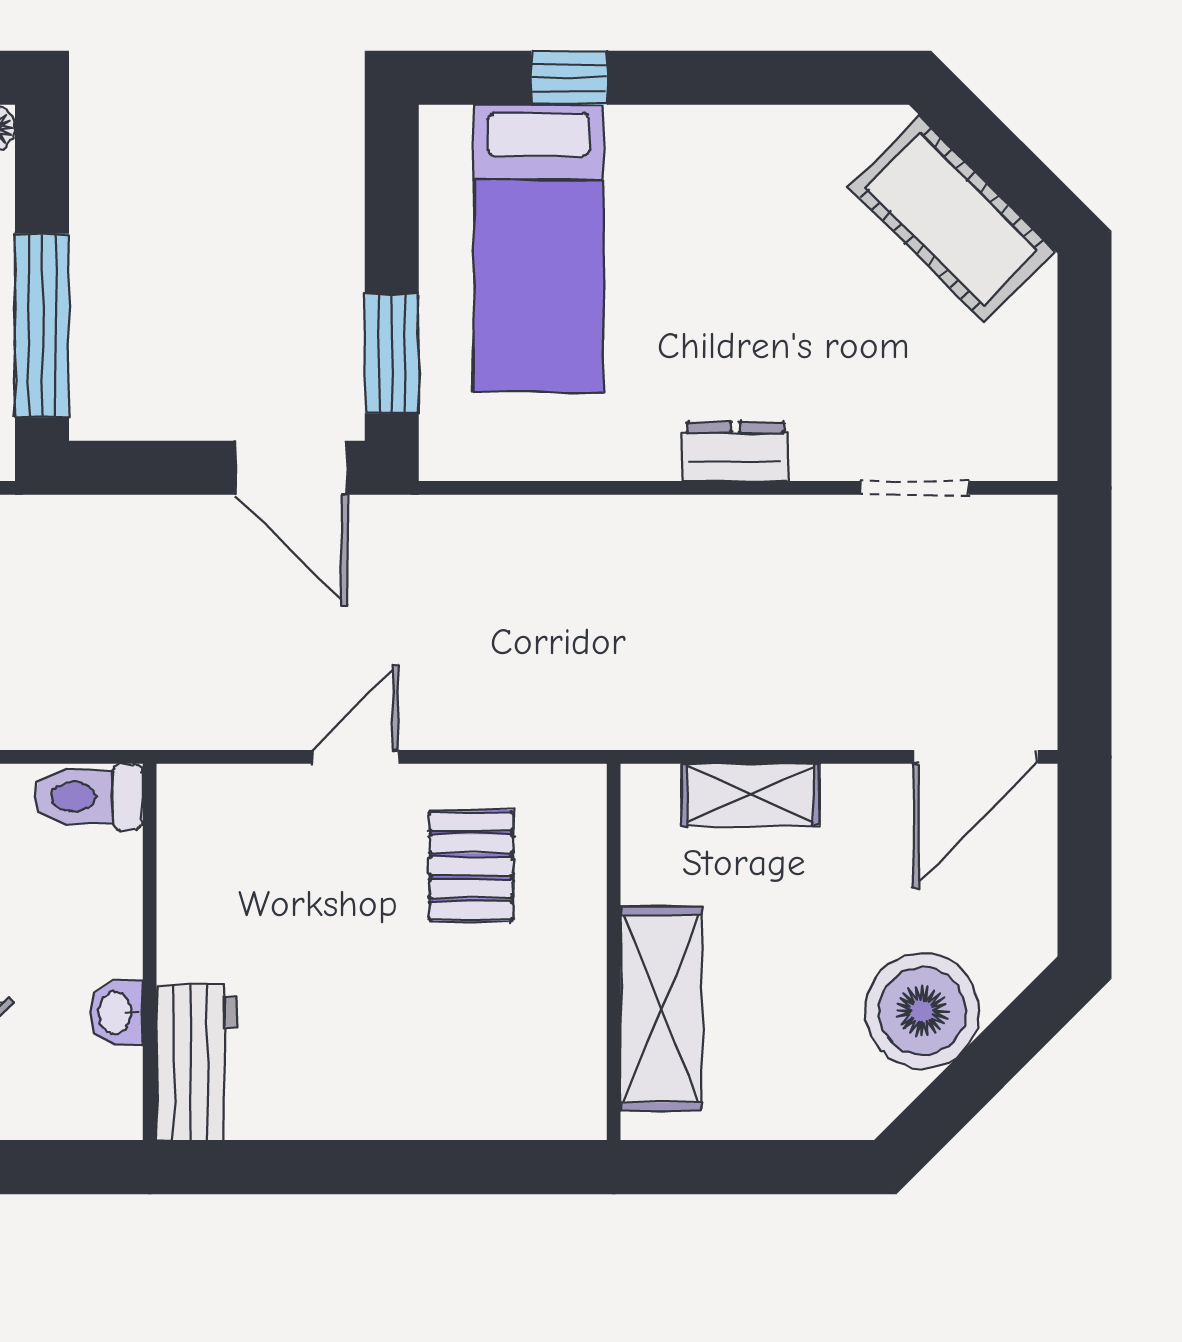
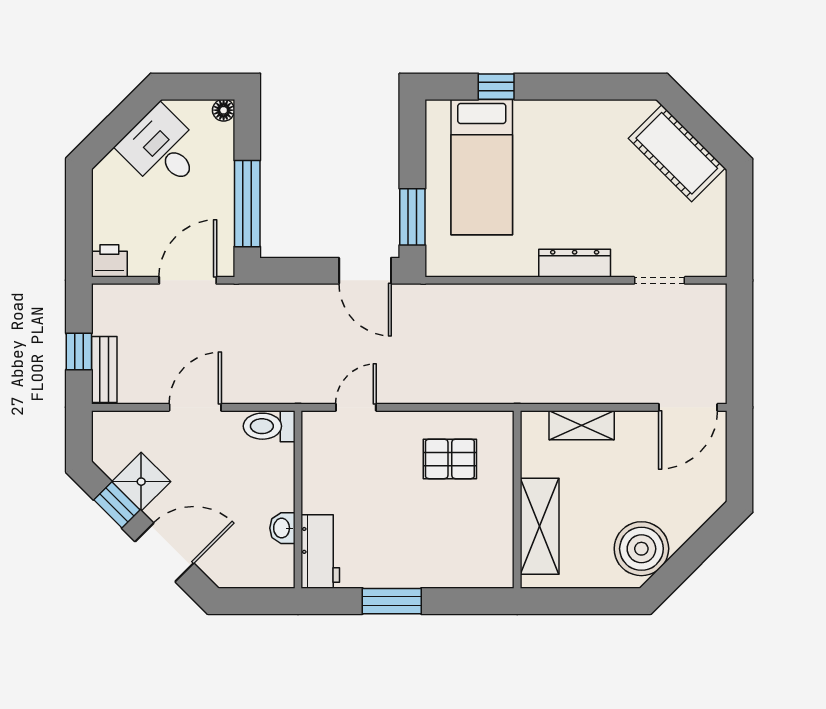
dresser: (735, 452) -> (575, 263), width x1.44
door: (356, 757) -> (356, 407), moved
pallet: (471, 866) -> (450, 459), turned 90
boiler: (922, 1011) -> (641, 549), moved
window: (348, 1167) -> (392, 601), added

